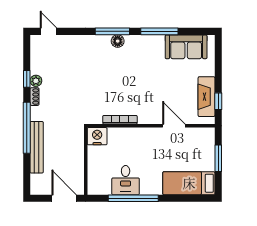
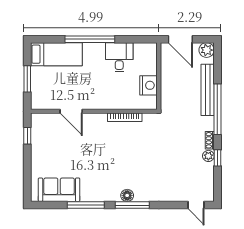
fireplace: (206, 97) -> (39, 140), removed
nightstand: (97, 136) -> (149, 85), moved, turned -90
plant: (38, 187) -> (207, 50), added
window: (133, 198) -> (90, 39), moved

